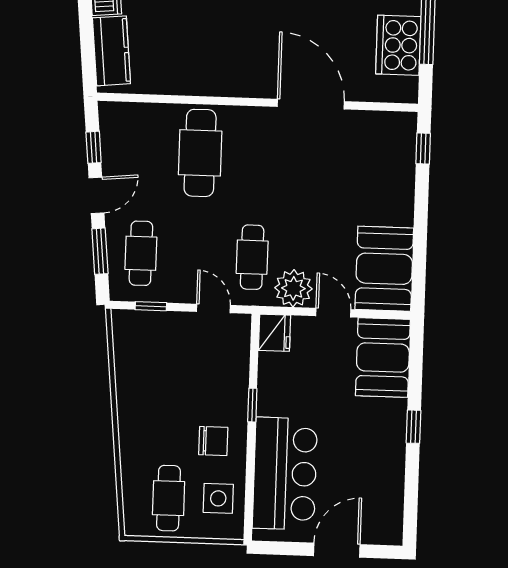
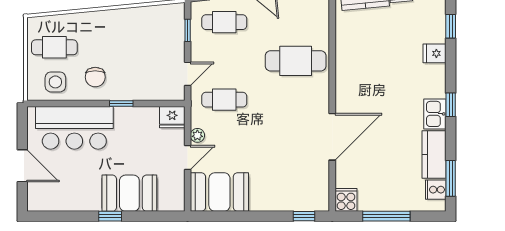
cooker: (398, 45) -> (346, 200), moved, width x0.53, depth x0.76
plant: (293, 288) -> (197, 135), width x0.53, depth x0.53
booth: (383, 357) -> (129, 193), moved

